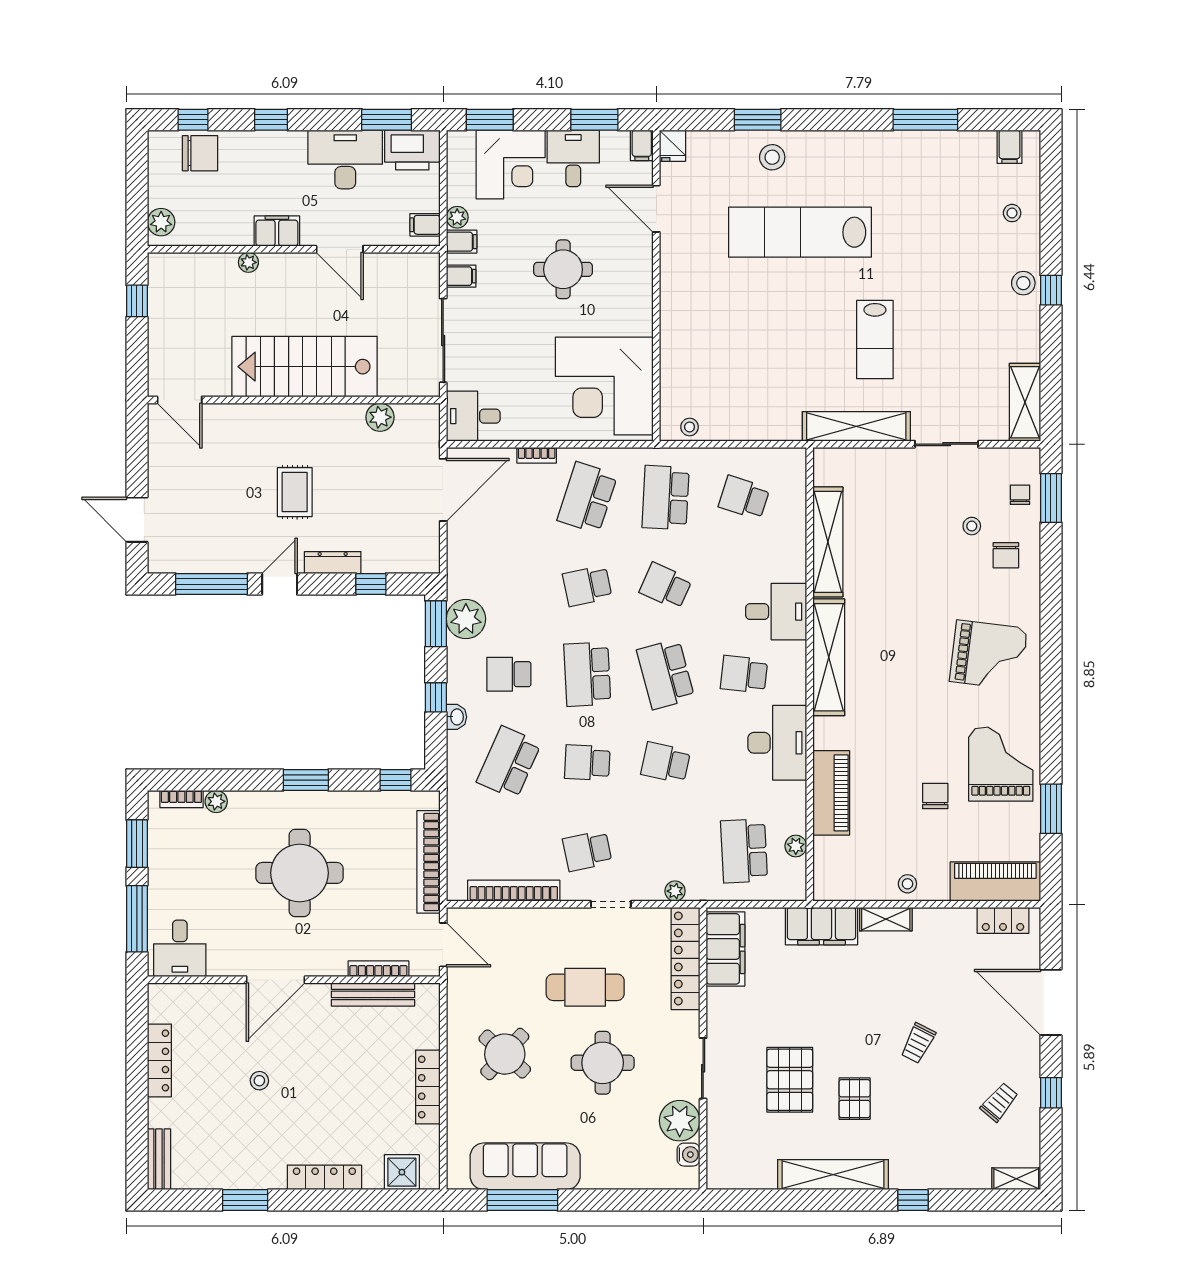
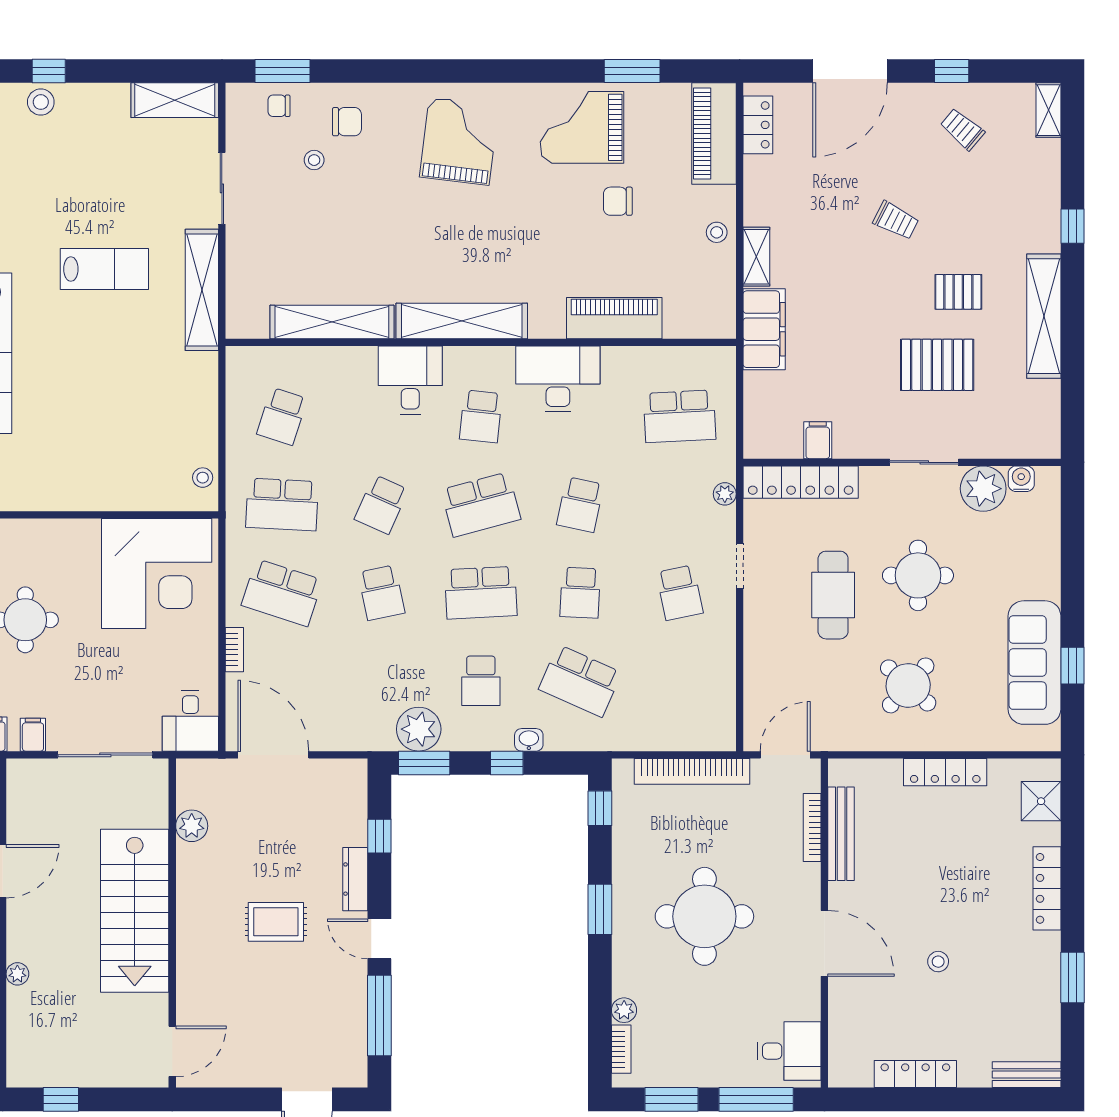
plant: (796, 846) -> (674, 358), removed
bookcase: (514, 891) -> (724, 675), removed
filing cabinet: (725, 949) -> (818, 440), width x0.33, depth x0.86
window: (522, 1200) -> (1072, 666), width x0.46

